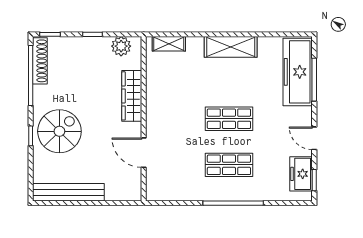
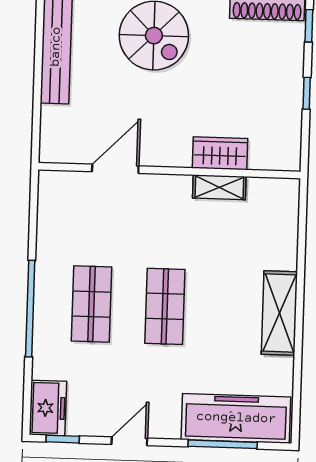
shelving: (169, 44) -> (219, 187), moved, turned 90
plant: (121, 46) -> (286, 138), removed
wardrobe: (132, 96) -> (220, 153), width x0.67
freezer: (301, 174) -> (48, 408), moved, turned 90

